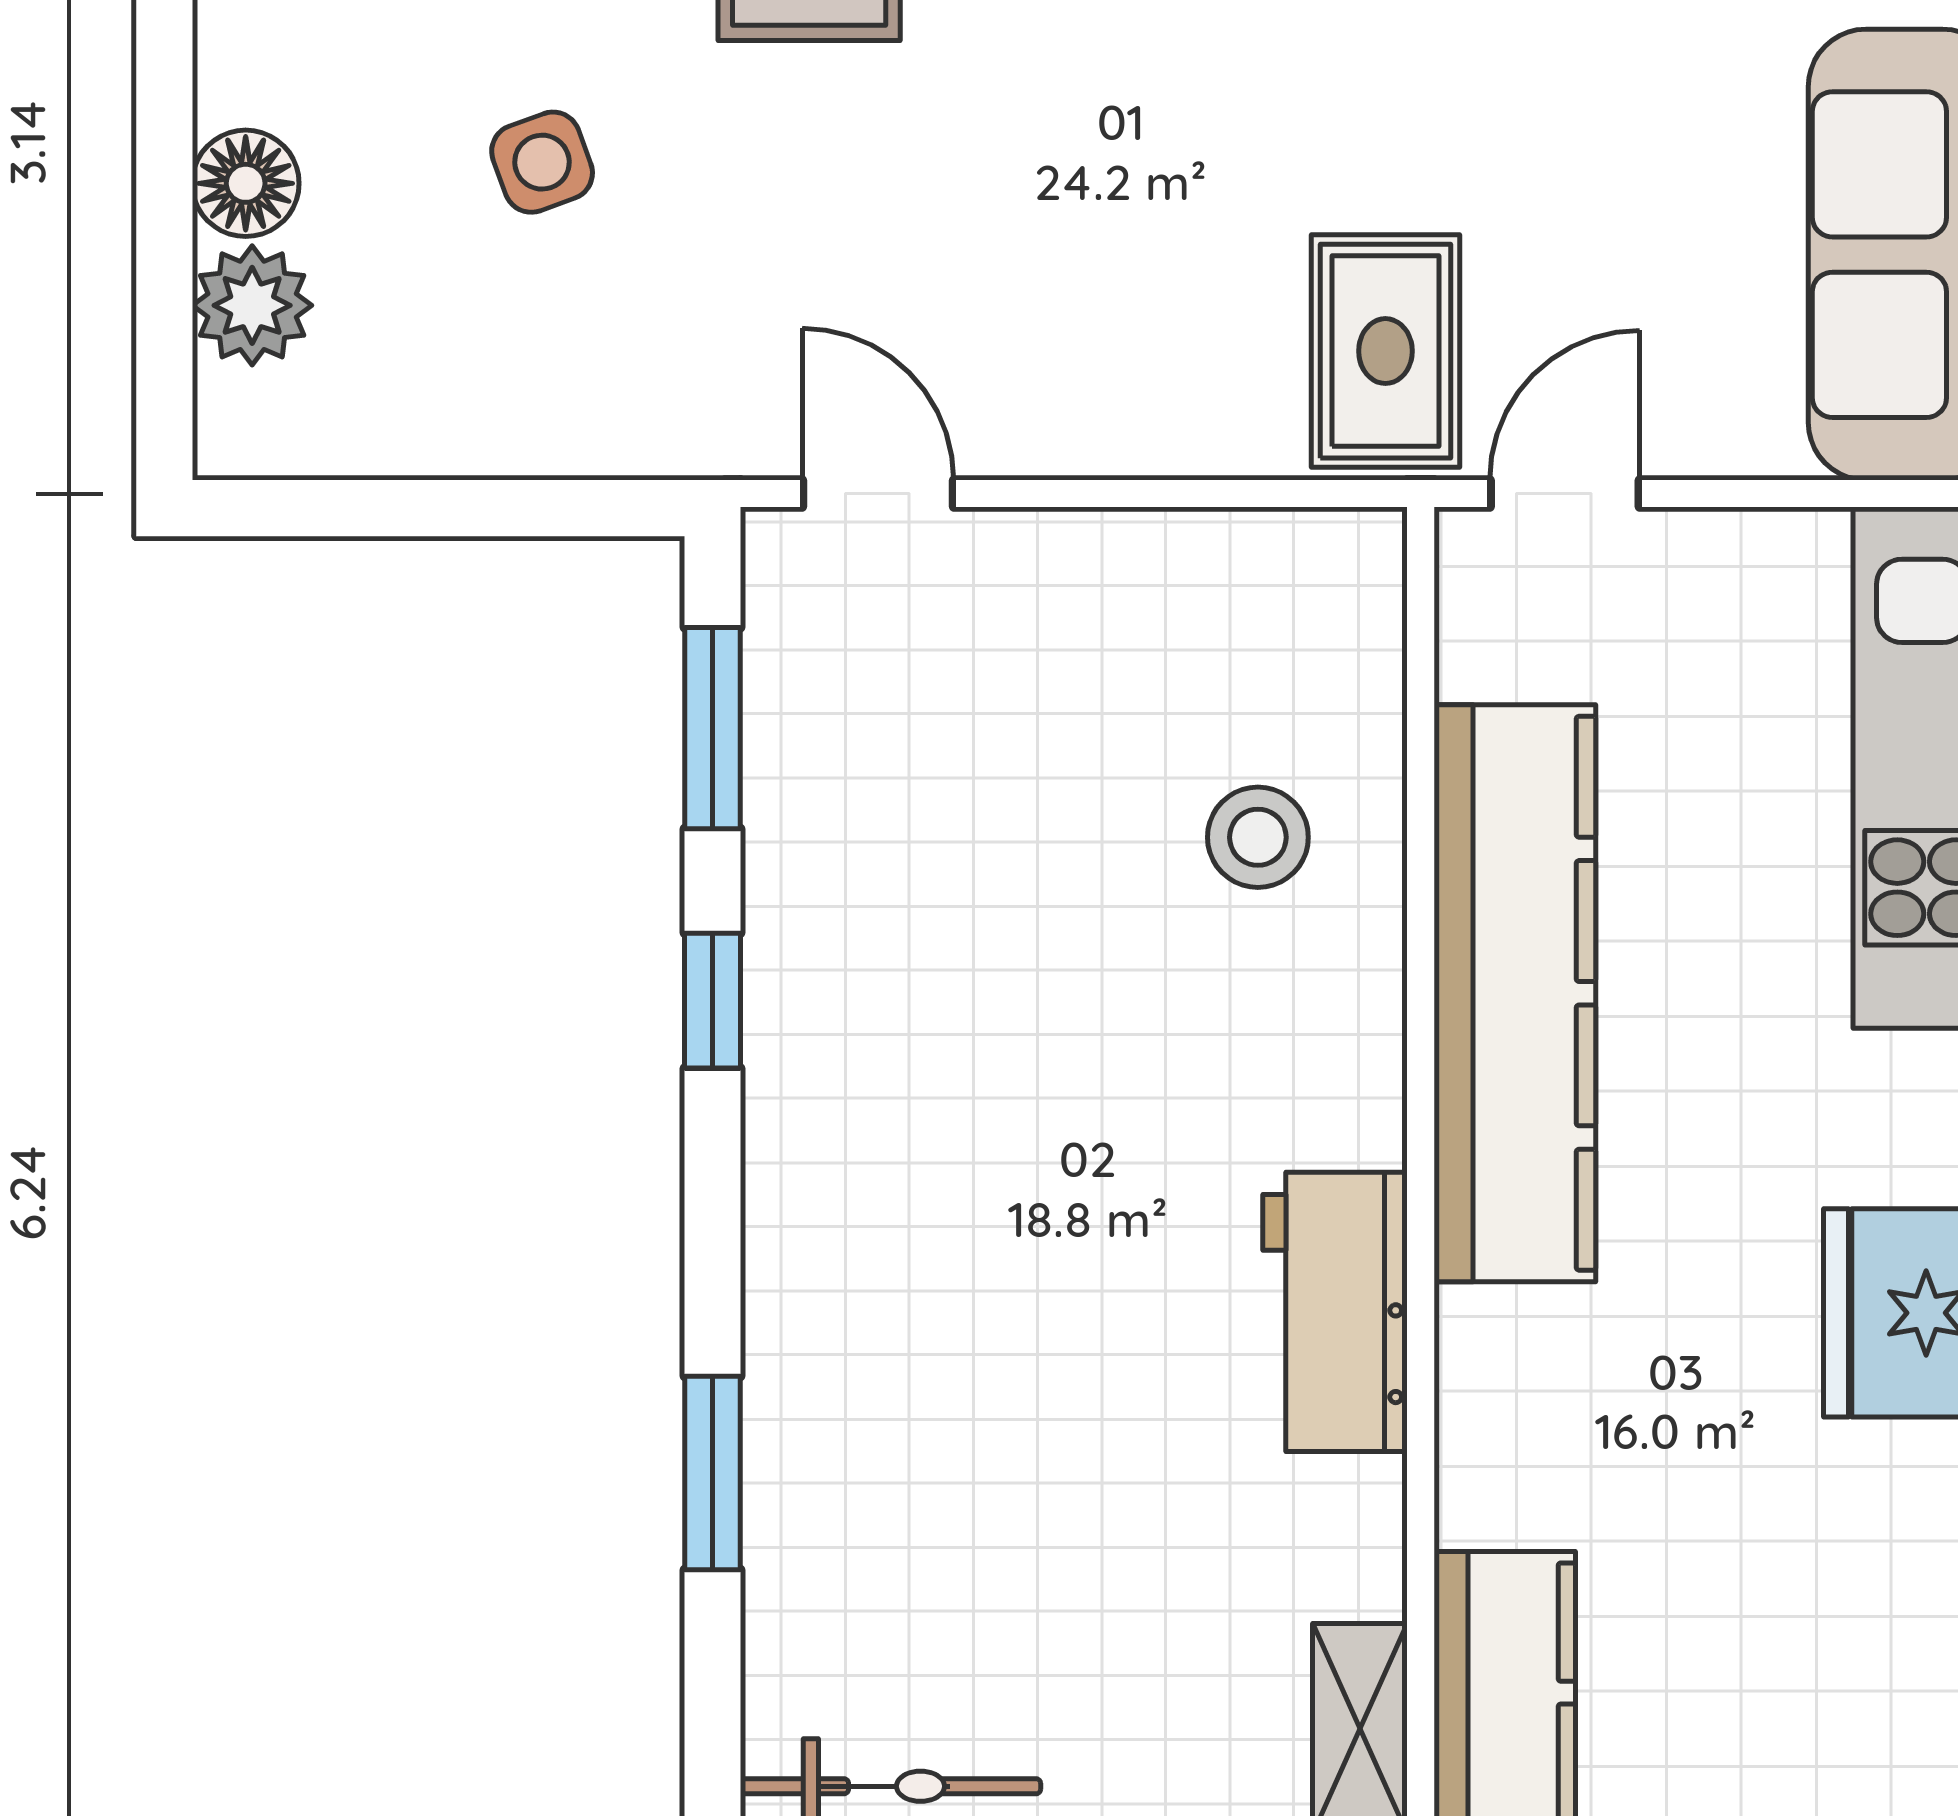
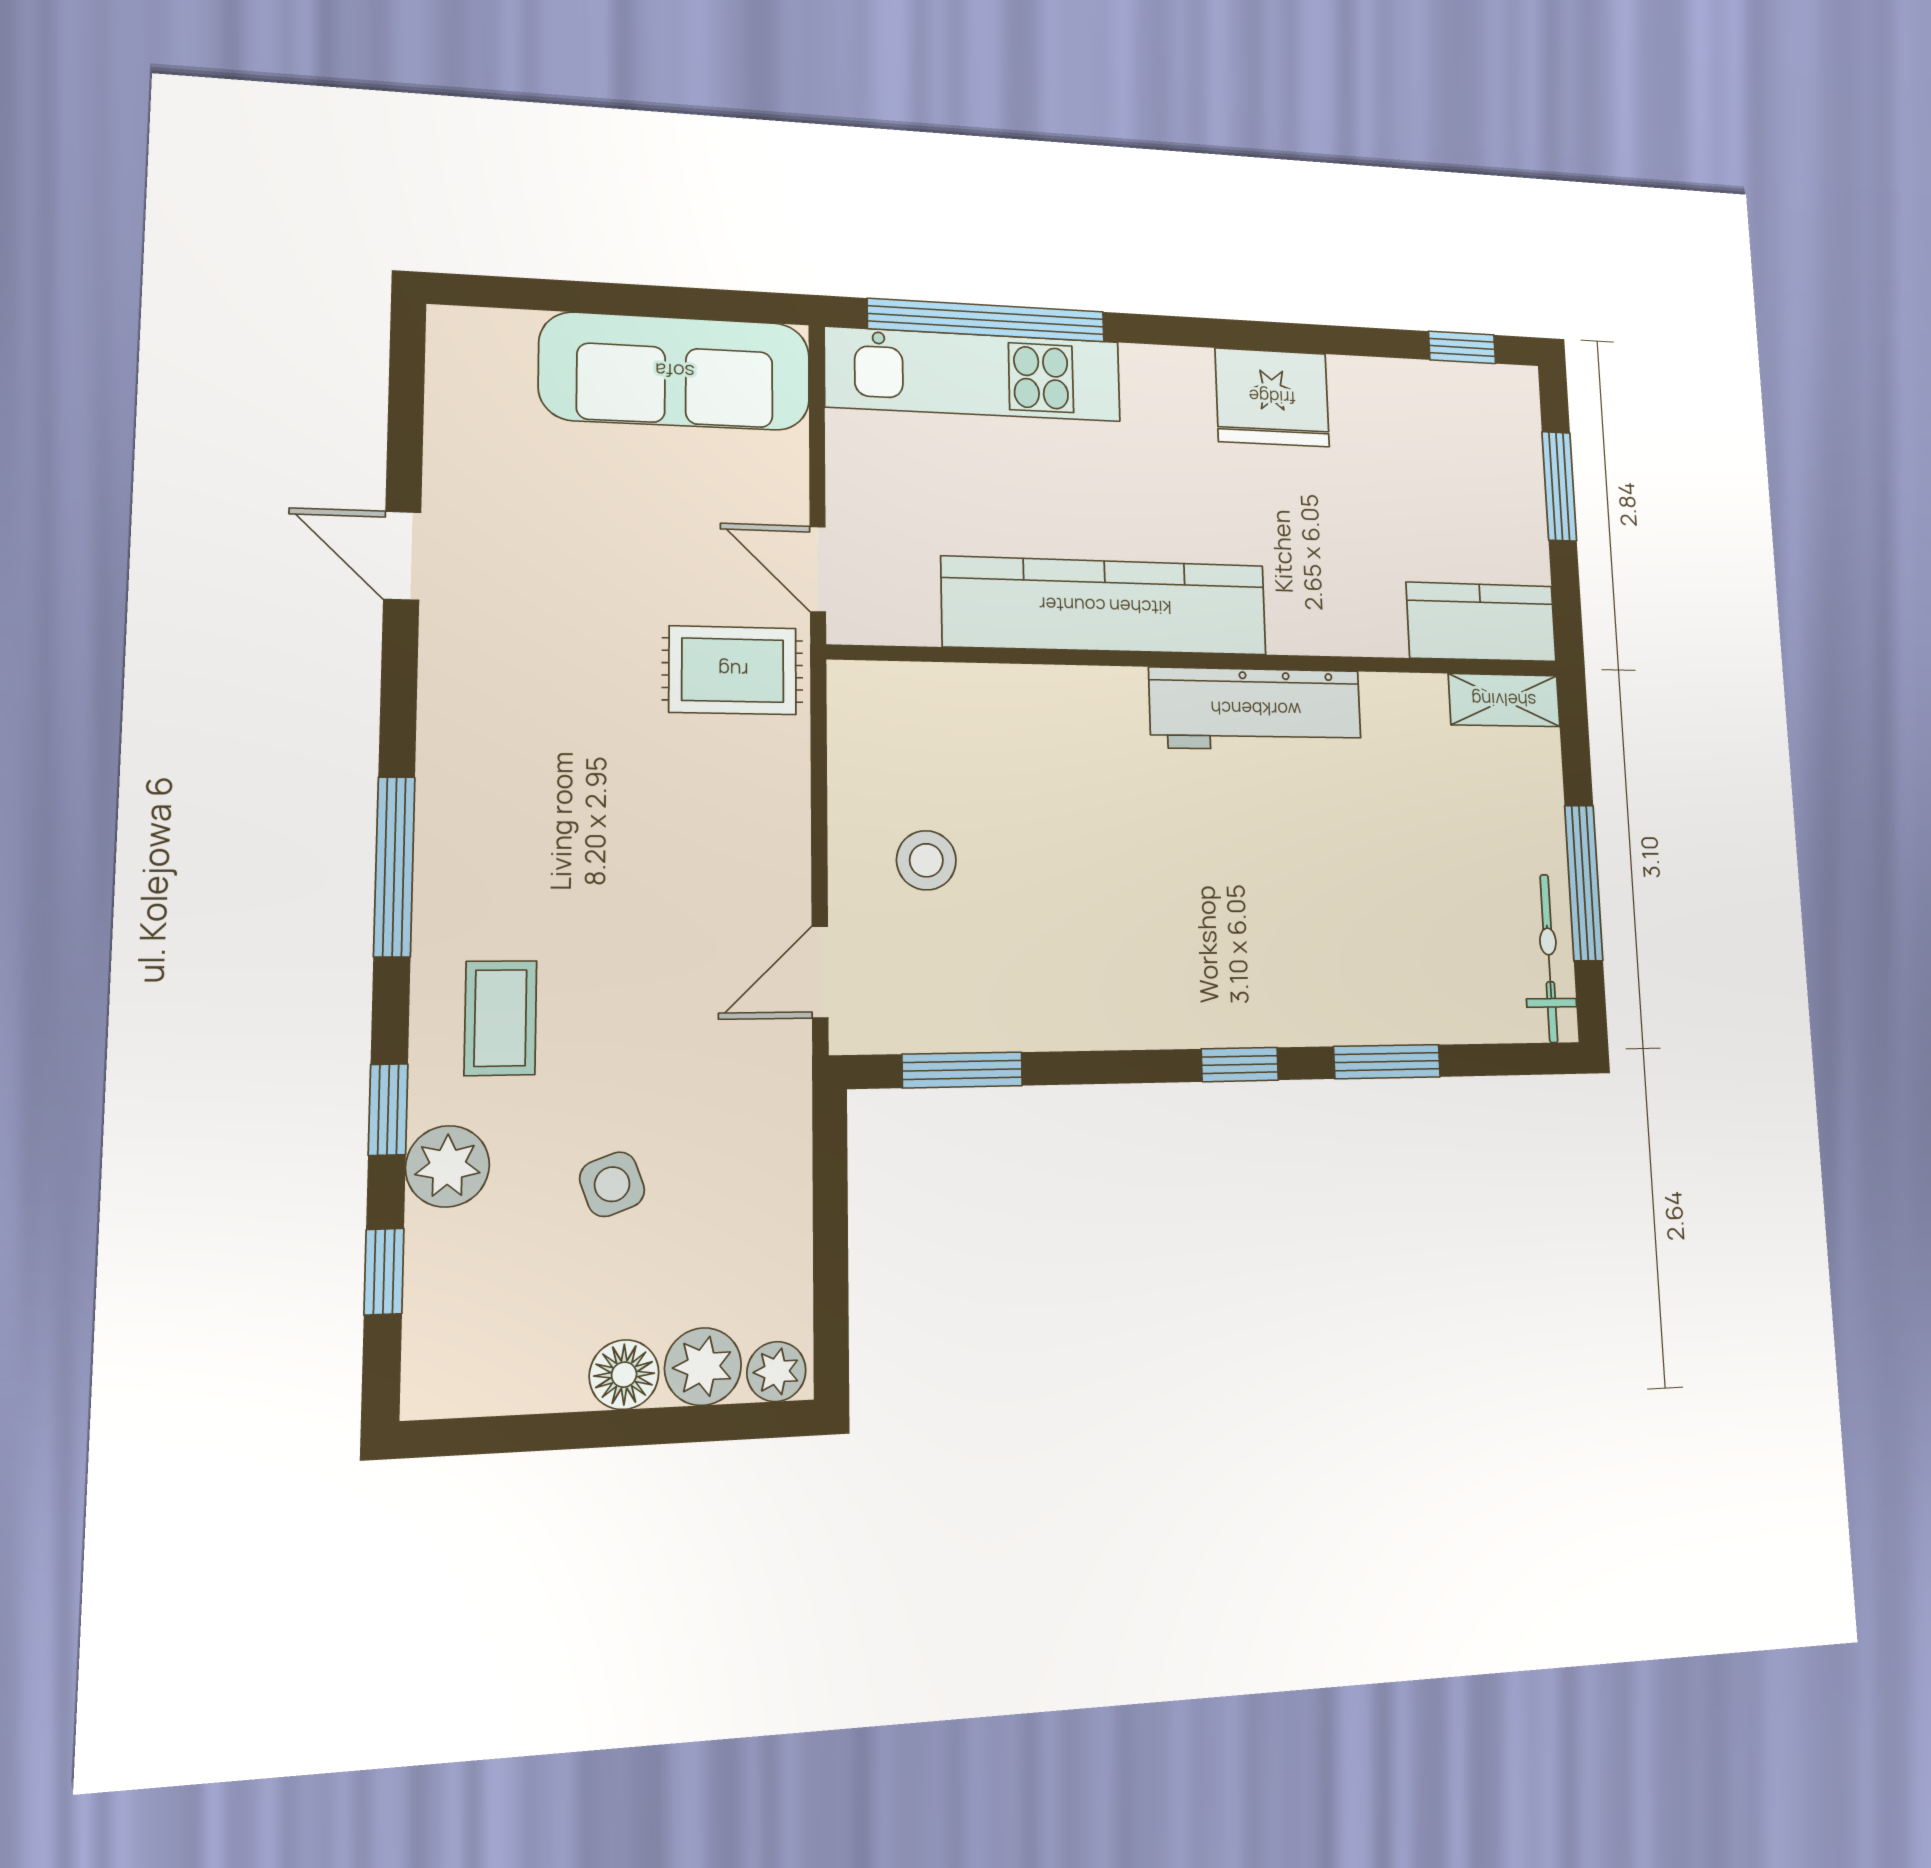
plant: (239, 421) -> (776, 1372), added
stool: (1258, 837) -> (926, 860), moved
window: (713, 1001) -> (1240, 1065), moved
workbench: (1335, 1312) -> (1256, 709), width x1.38

